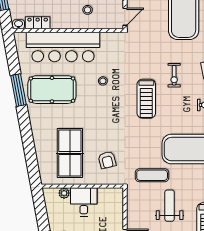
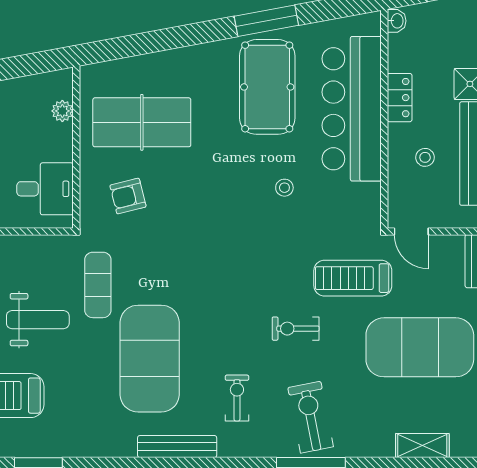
locker: (38, 23) -> (400, 98), moved
treadmill: (146, 99) -> (353, 278), moved
desk: (84, 202) -> (45, 189), moved

